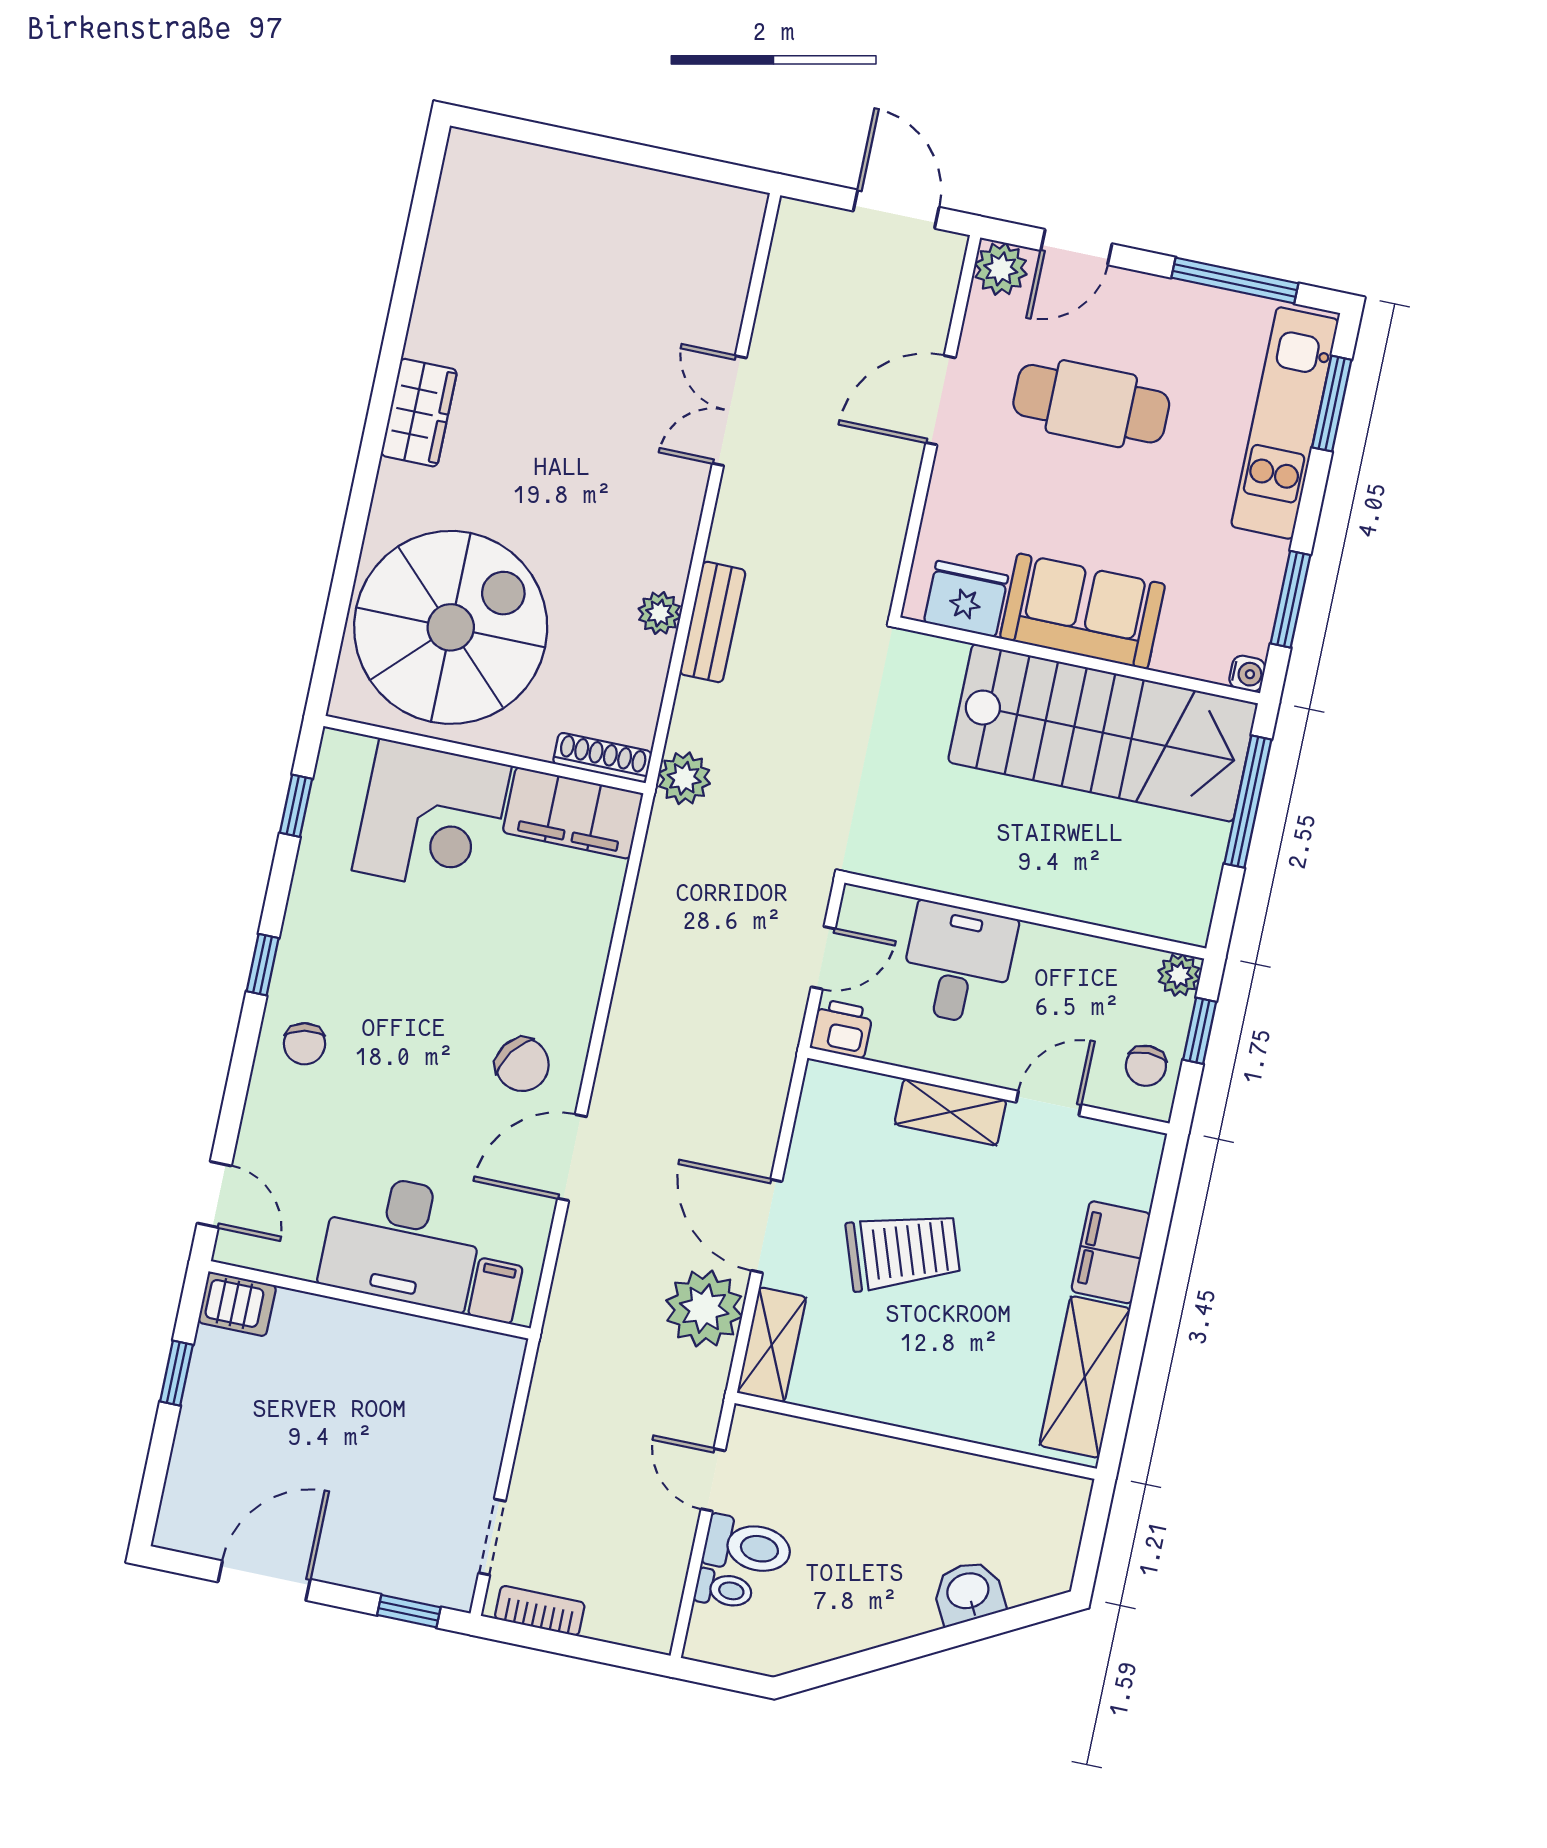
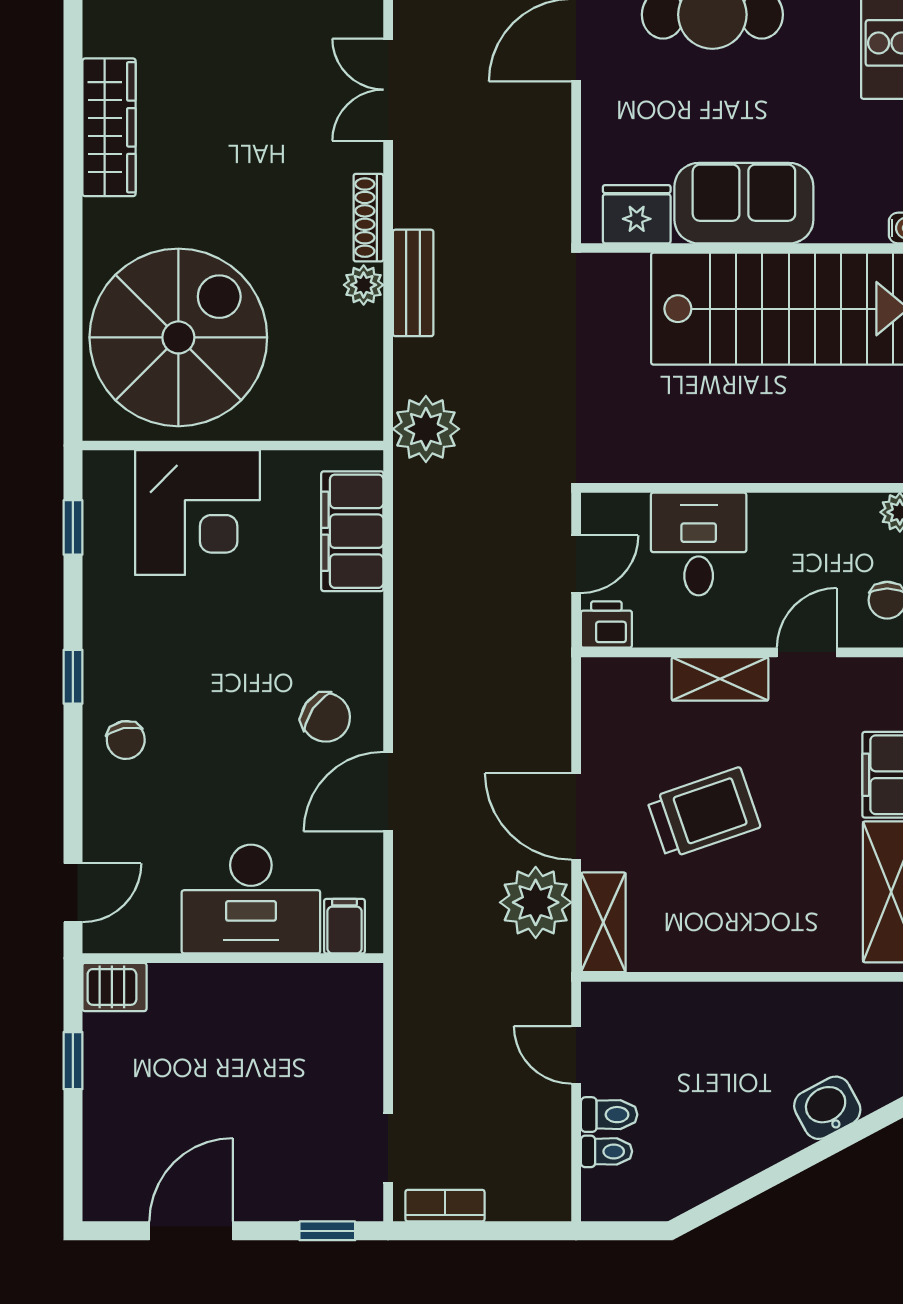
wardrobe: (419, 413) -> (109, 127), width x1.50
shoe rack: (602, 758) -> (368, 218), moved, turned -90
plant: (684, 778) -> (426, 429), width x1.36, depth x1.36
filing cabinet: (573, 813) -> (352, 531), moved, turned 90
door: (214, 1194) -> (73, 893), hinge flipped
toilet: (748, 1546) -> (609, 1115), width x0.73, depth x0.72

